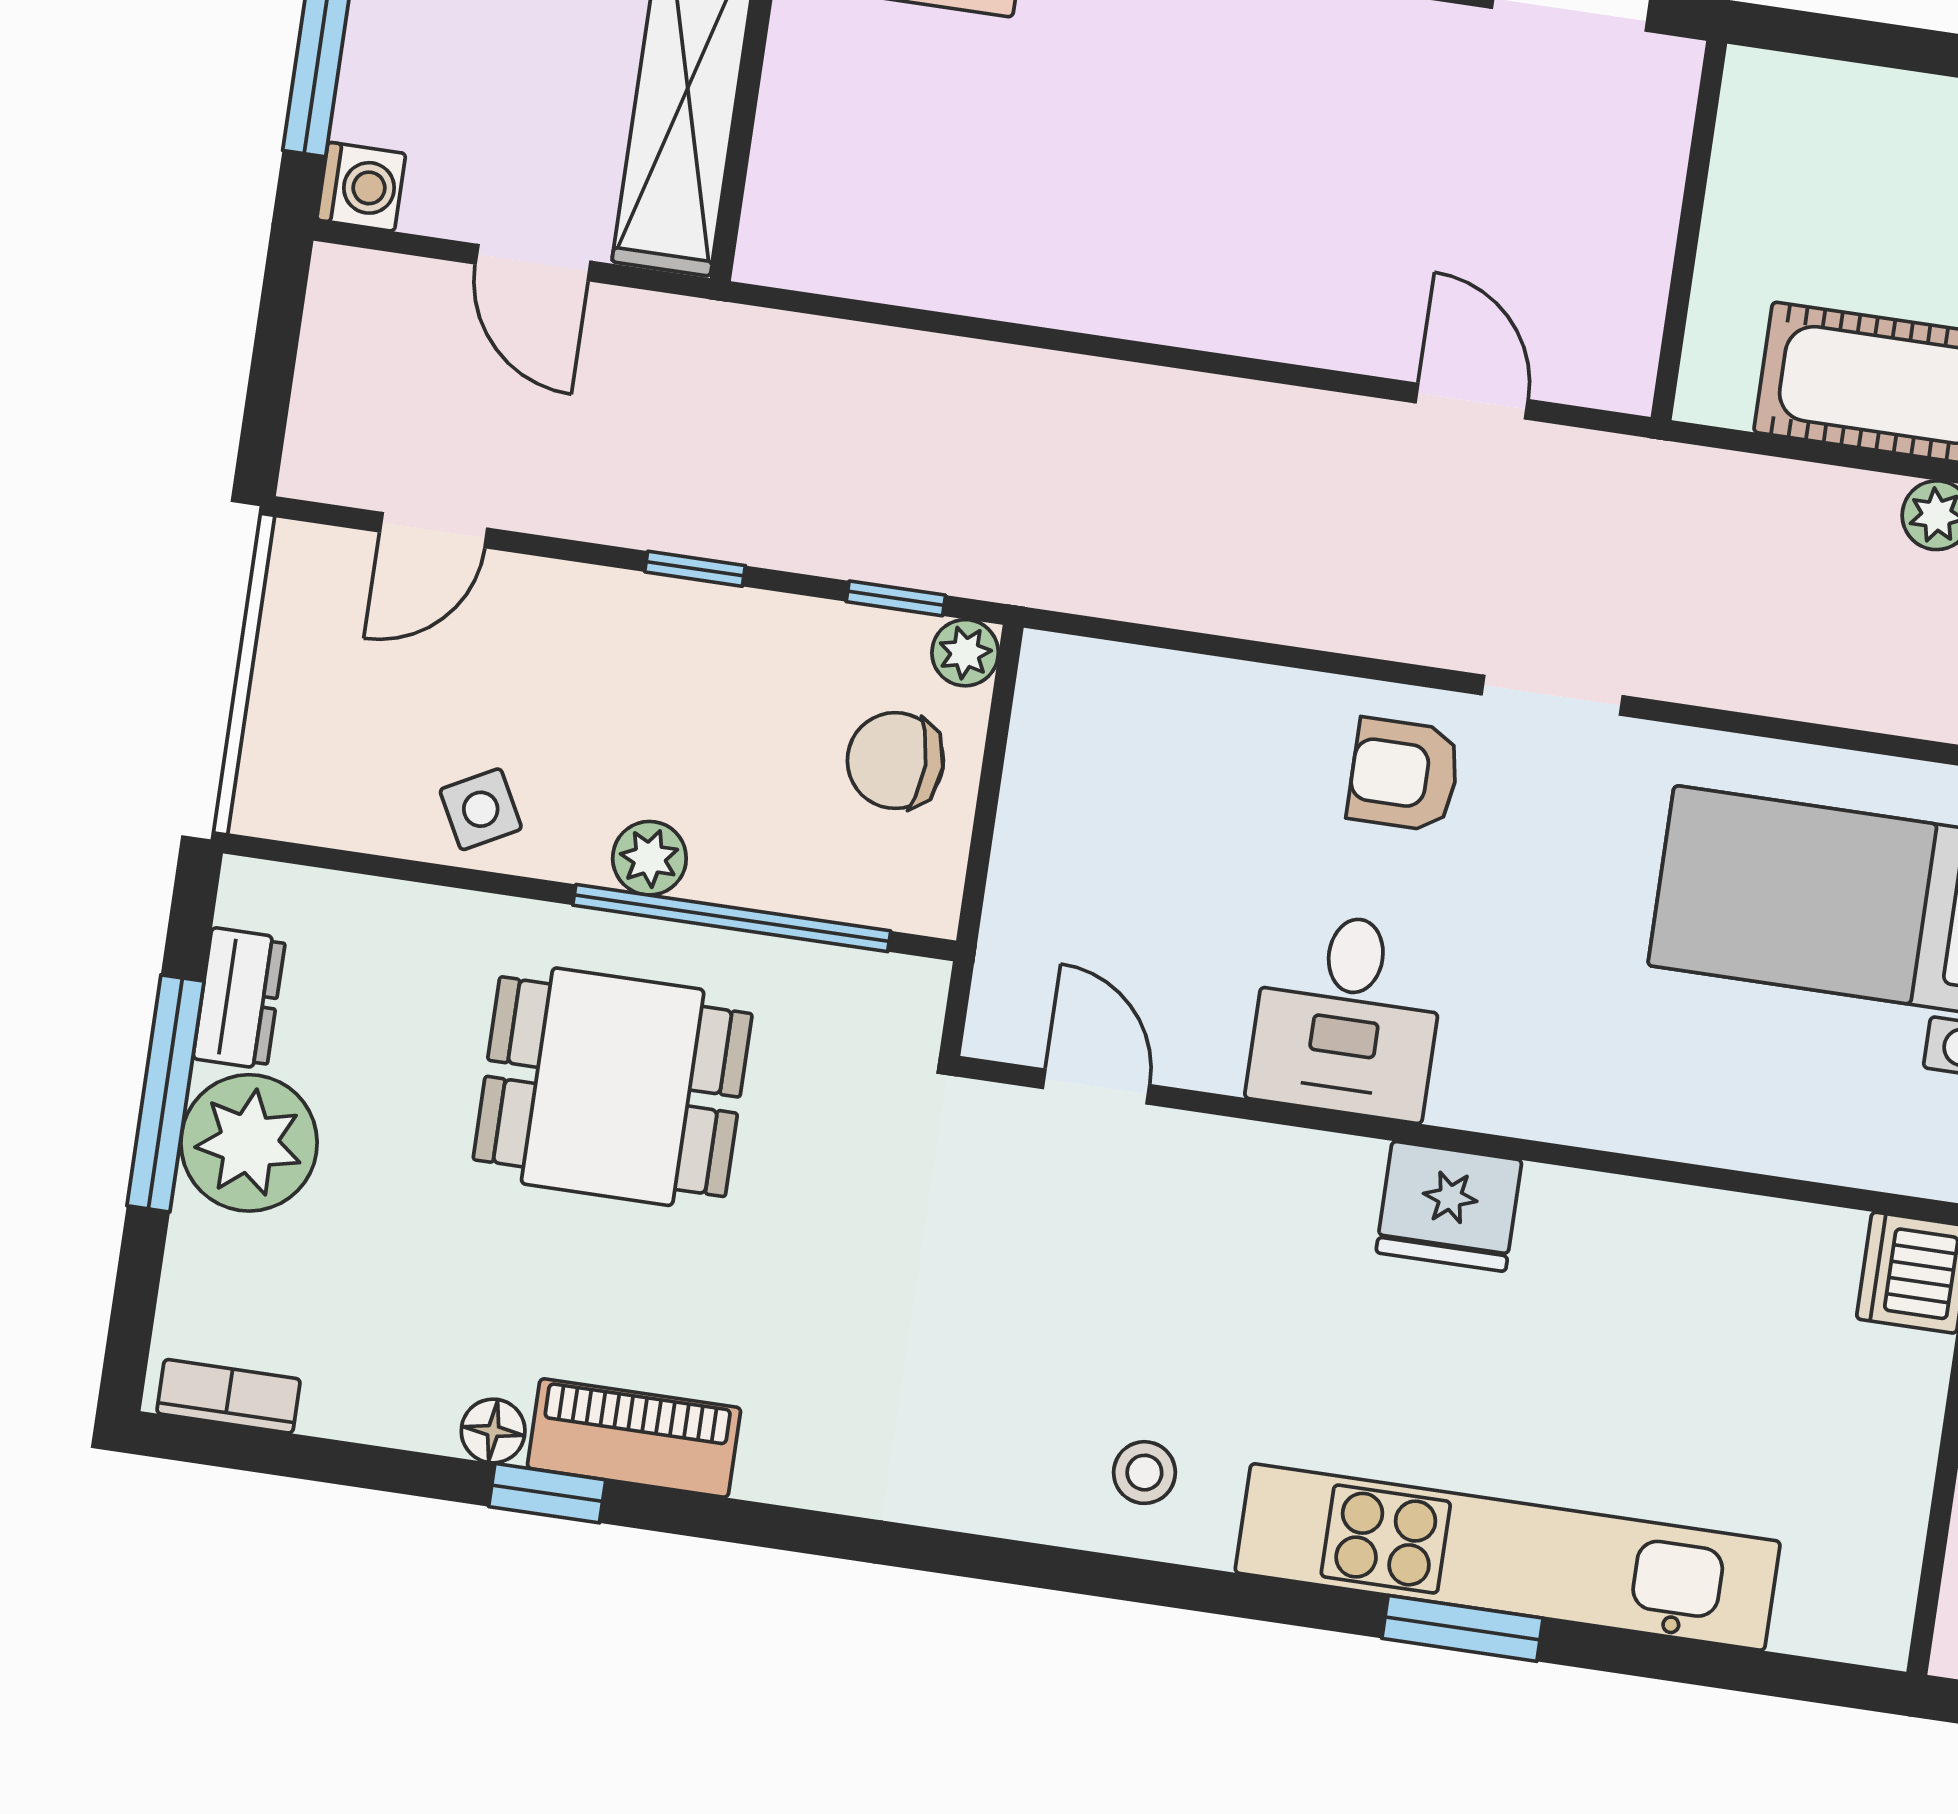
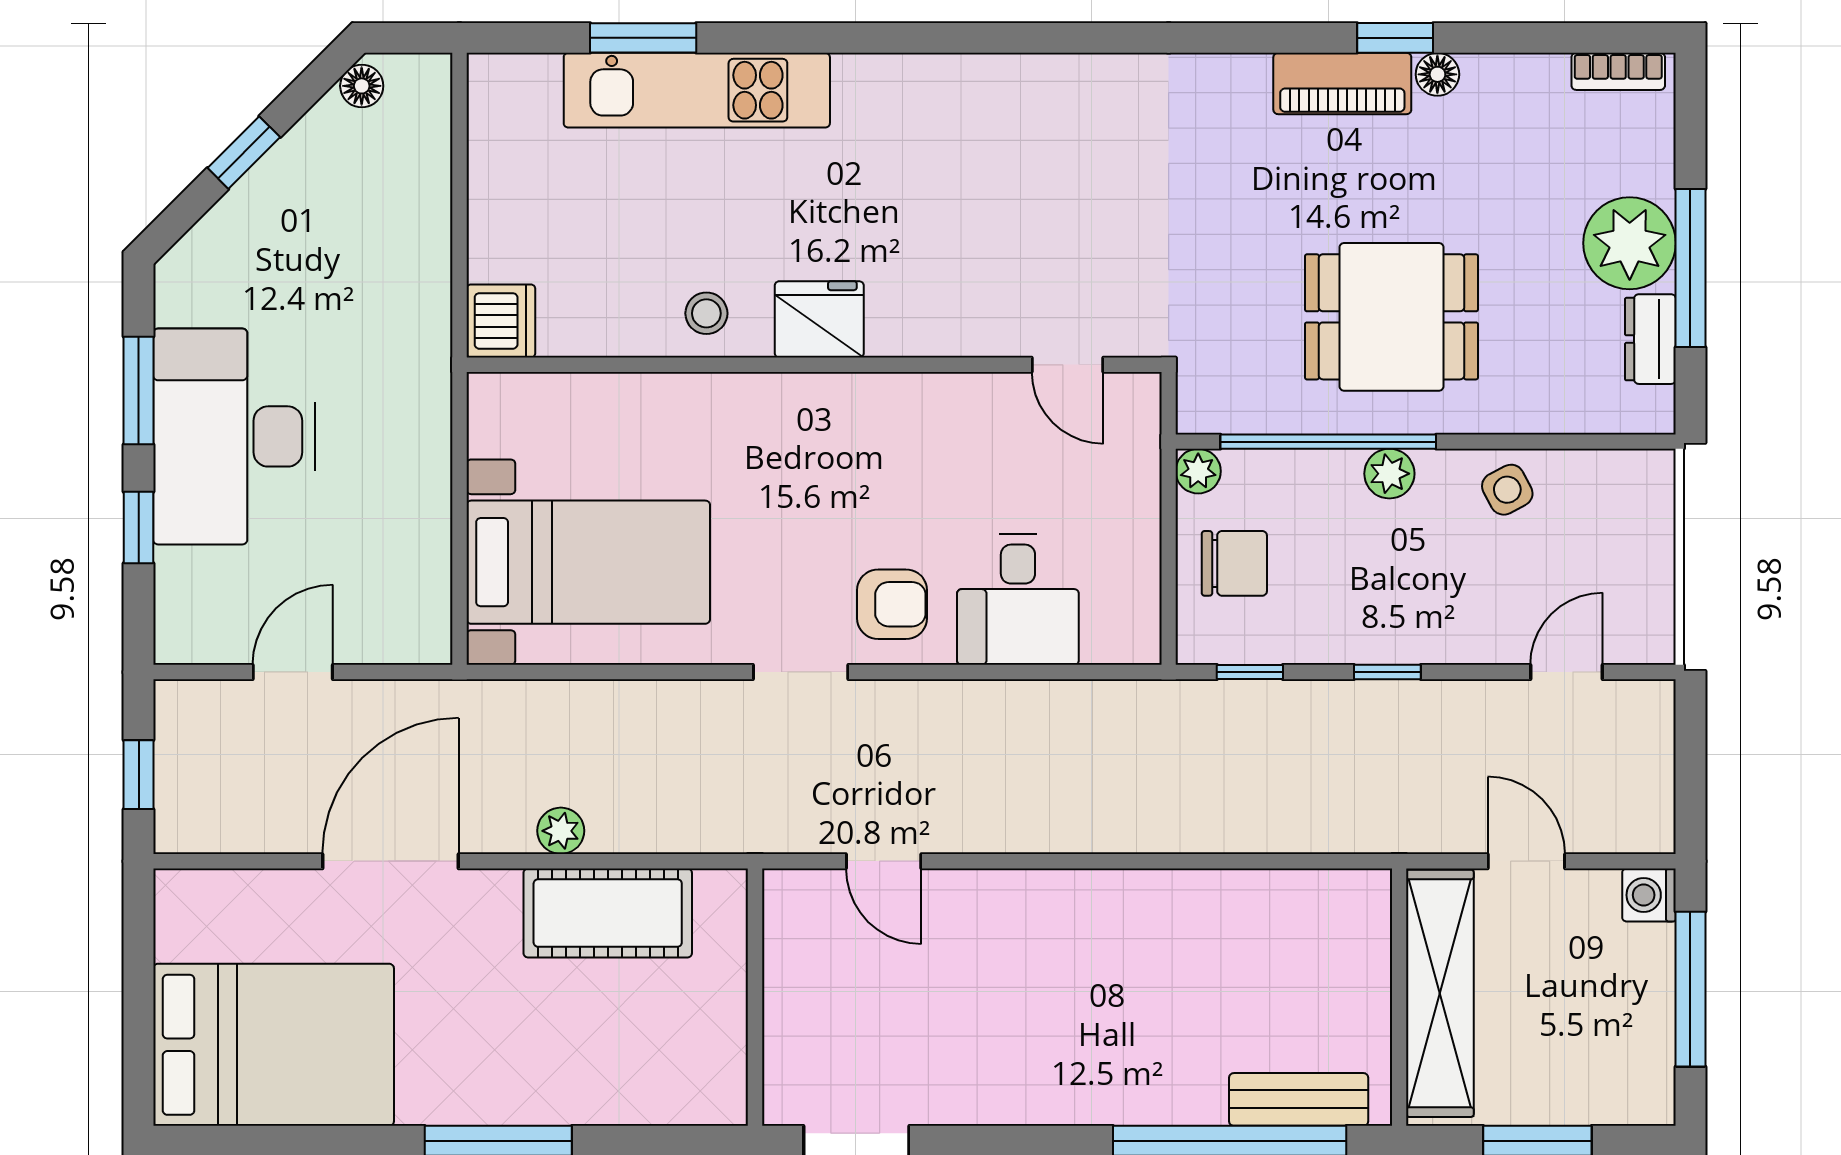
plant: (965, 653) -> (1198, 471), moved
desk: (1347, 1015) -> (1018, 599), moved, turned 180
stool: (1144, 1473) -> (706, 313), moved
kitchen unit: (1508, 1557) -> (697, 90), width x0.73
window: (1462, 1628) -> (643, 38), moved

